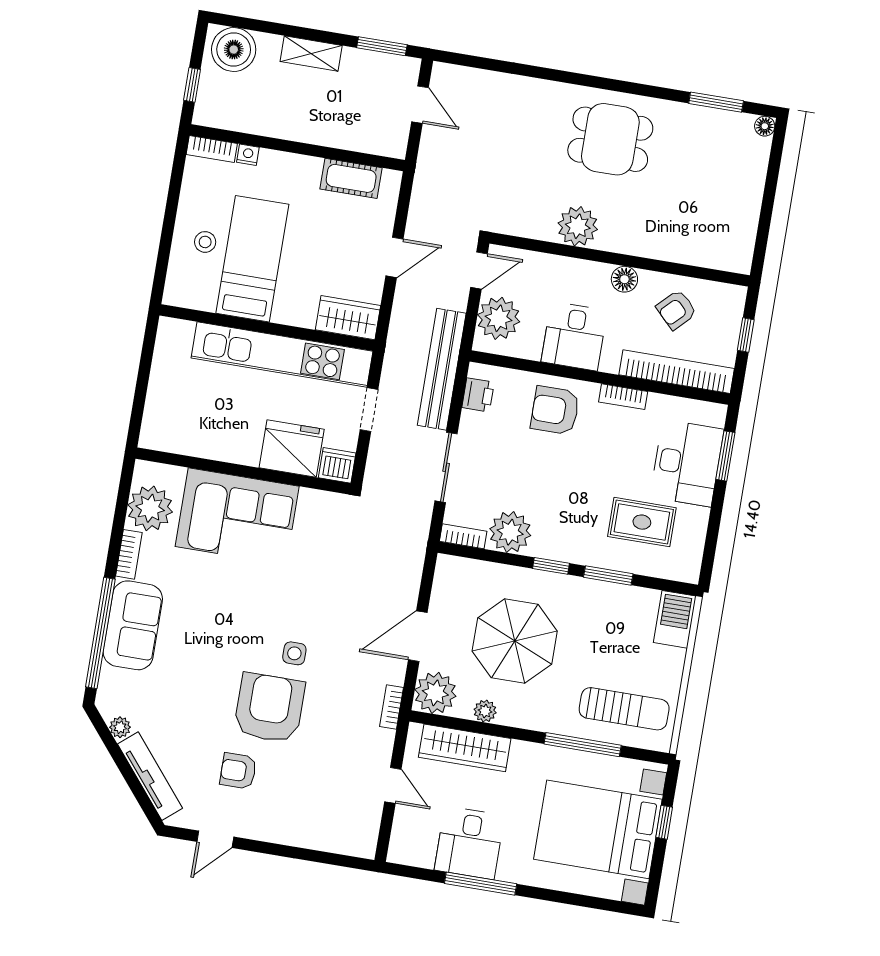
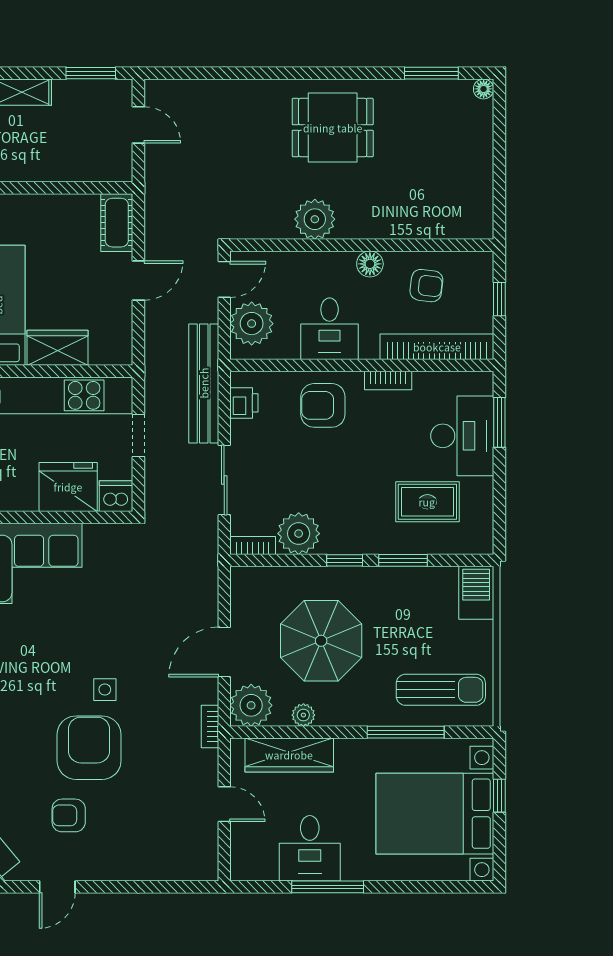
cot: (351, 178) -> (117, 223), moved, turned 90
armchair: (676, 310) -> (426, 286), turned -128
wardrobe: (348, 318) -> (57, 348), moved

